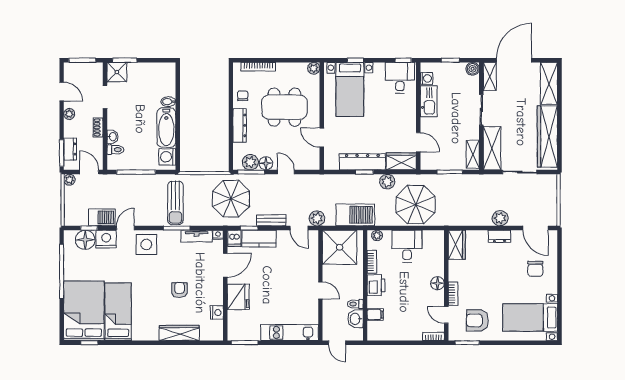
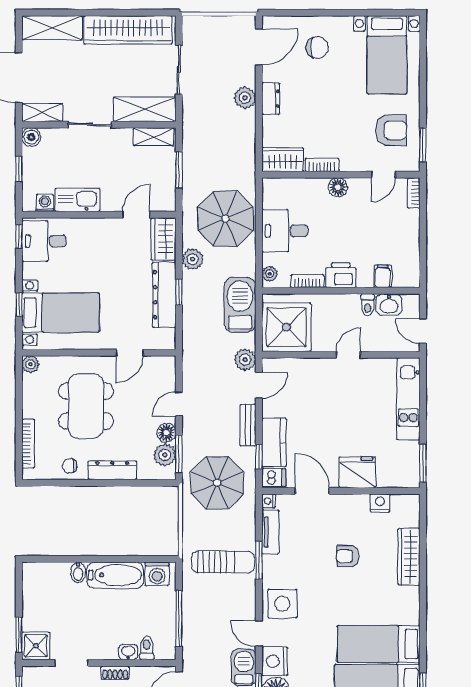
bookcase: (453, 294) -> (322, 165), moved
armchair: (477, 320) -> (391, 130), turned -90
door: (337, 343) -> (423, 331), swing flipped

